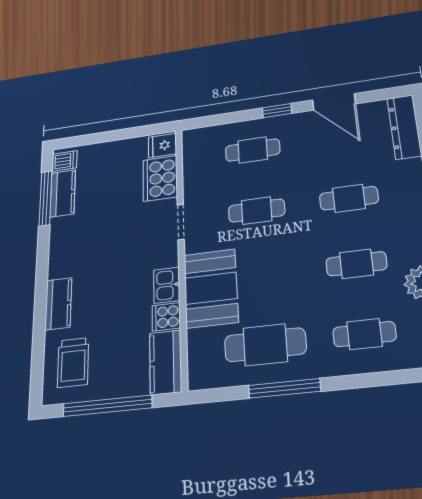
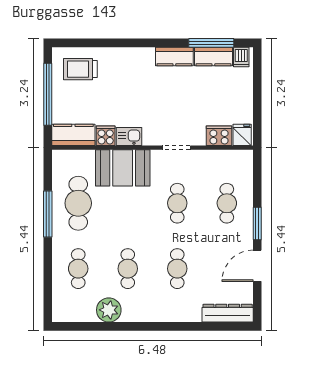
window: (277, 111) -> (257, 223), width x1.50
cooker: (160, 178) -> (219, 136), width x0.73, depth x0.76
kitchen counter: (58, 304) -> (174, 57), moved

